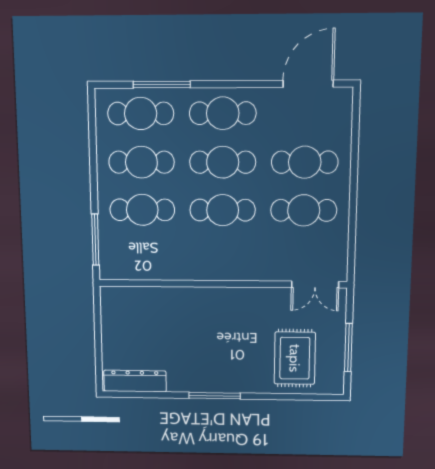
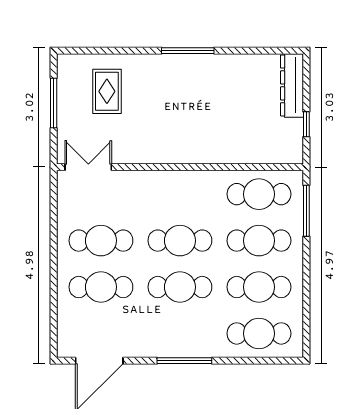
window: (162, 84) -> (184, 361), moved
cafe table: (223, 113) -> (259, 194), moved
window: (98, 324) -> (306, 124), added
rug: (295, 358) -> (107, 91), width x0.73, depth x0.70
dresser: (135, 381) -> (292, 85), moved, turned 90

